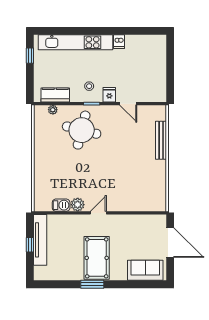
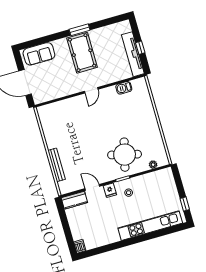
dishwasher: (119, 42) -> (80, 246), moved
kitchen counter: (55, 95) -> (74, 200), moved
plant: (78, 205) -> (110, 92), removed

